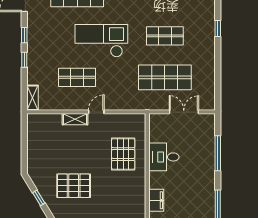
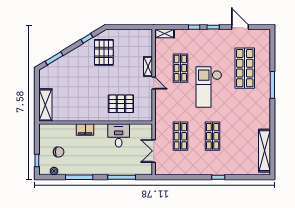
checkout: (101, 41) -> (209, 87), turned 180
shop shelf: (165, 77) -> (180, 136), width x0.70, depth x0.74
double door: (184, 112) -> (154, 151), swing flipped
pallet: (74, 186) -> (104, 52), moved

